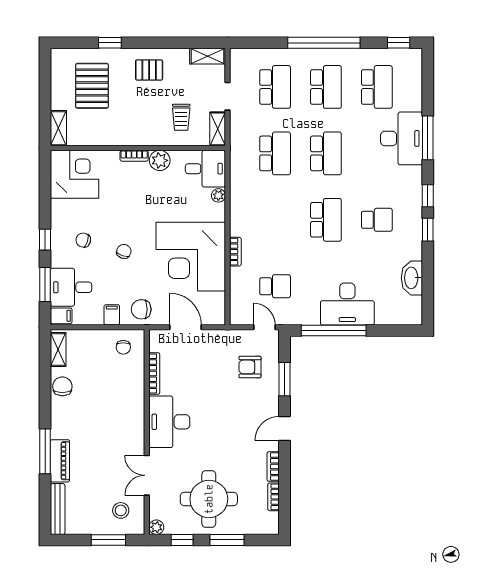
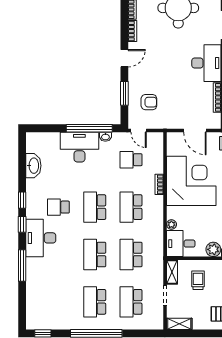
school desk: (377, 87) -> (131, 207), moved
desk: (401, 138) -> (41, 238), moved
washbasin: (311, 318) -> (105, 137), added

